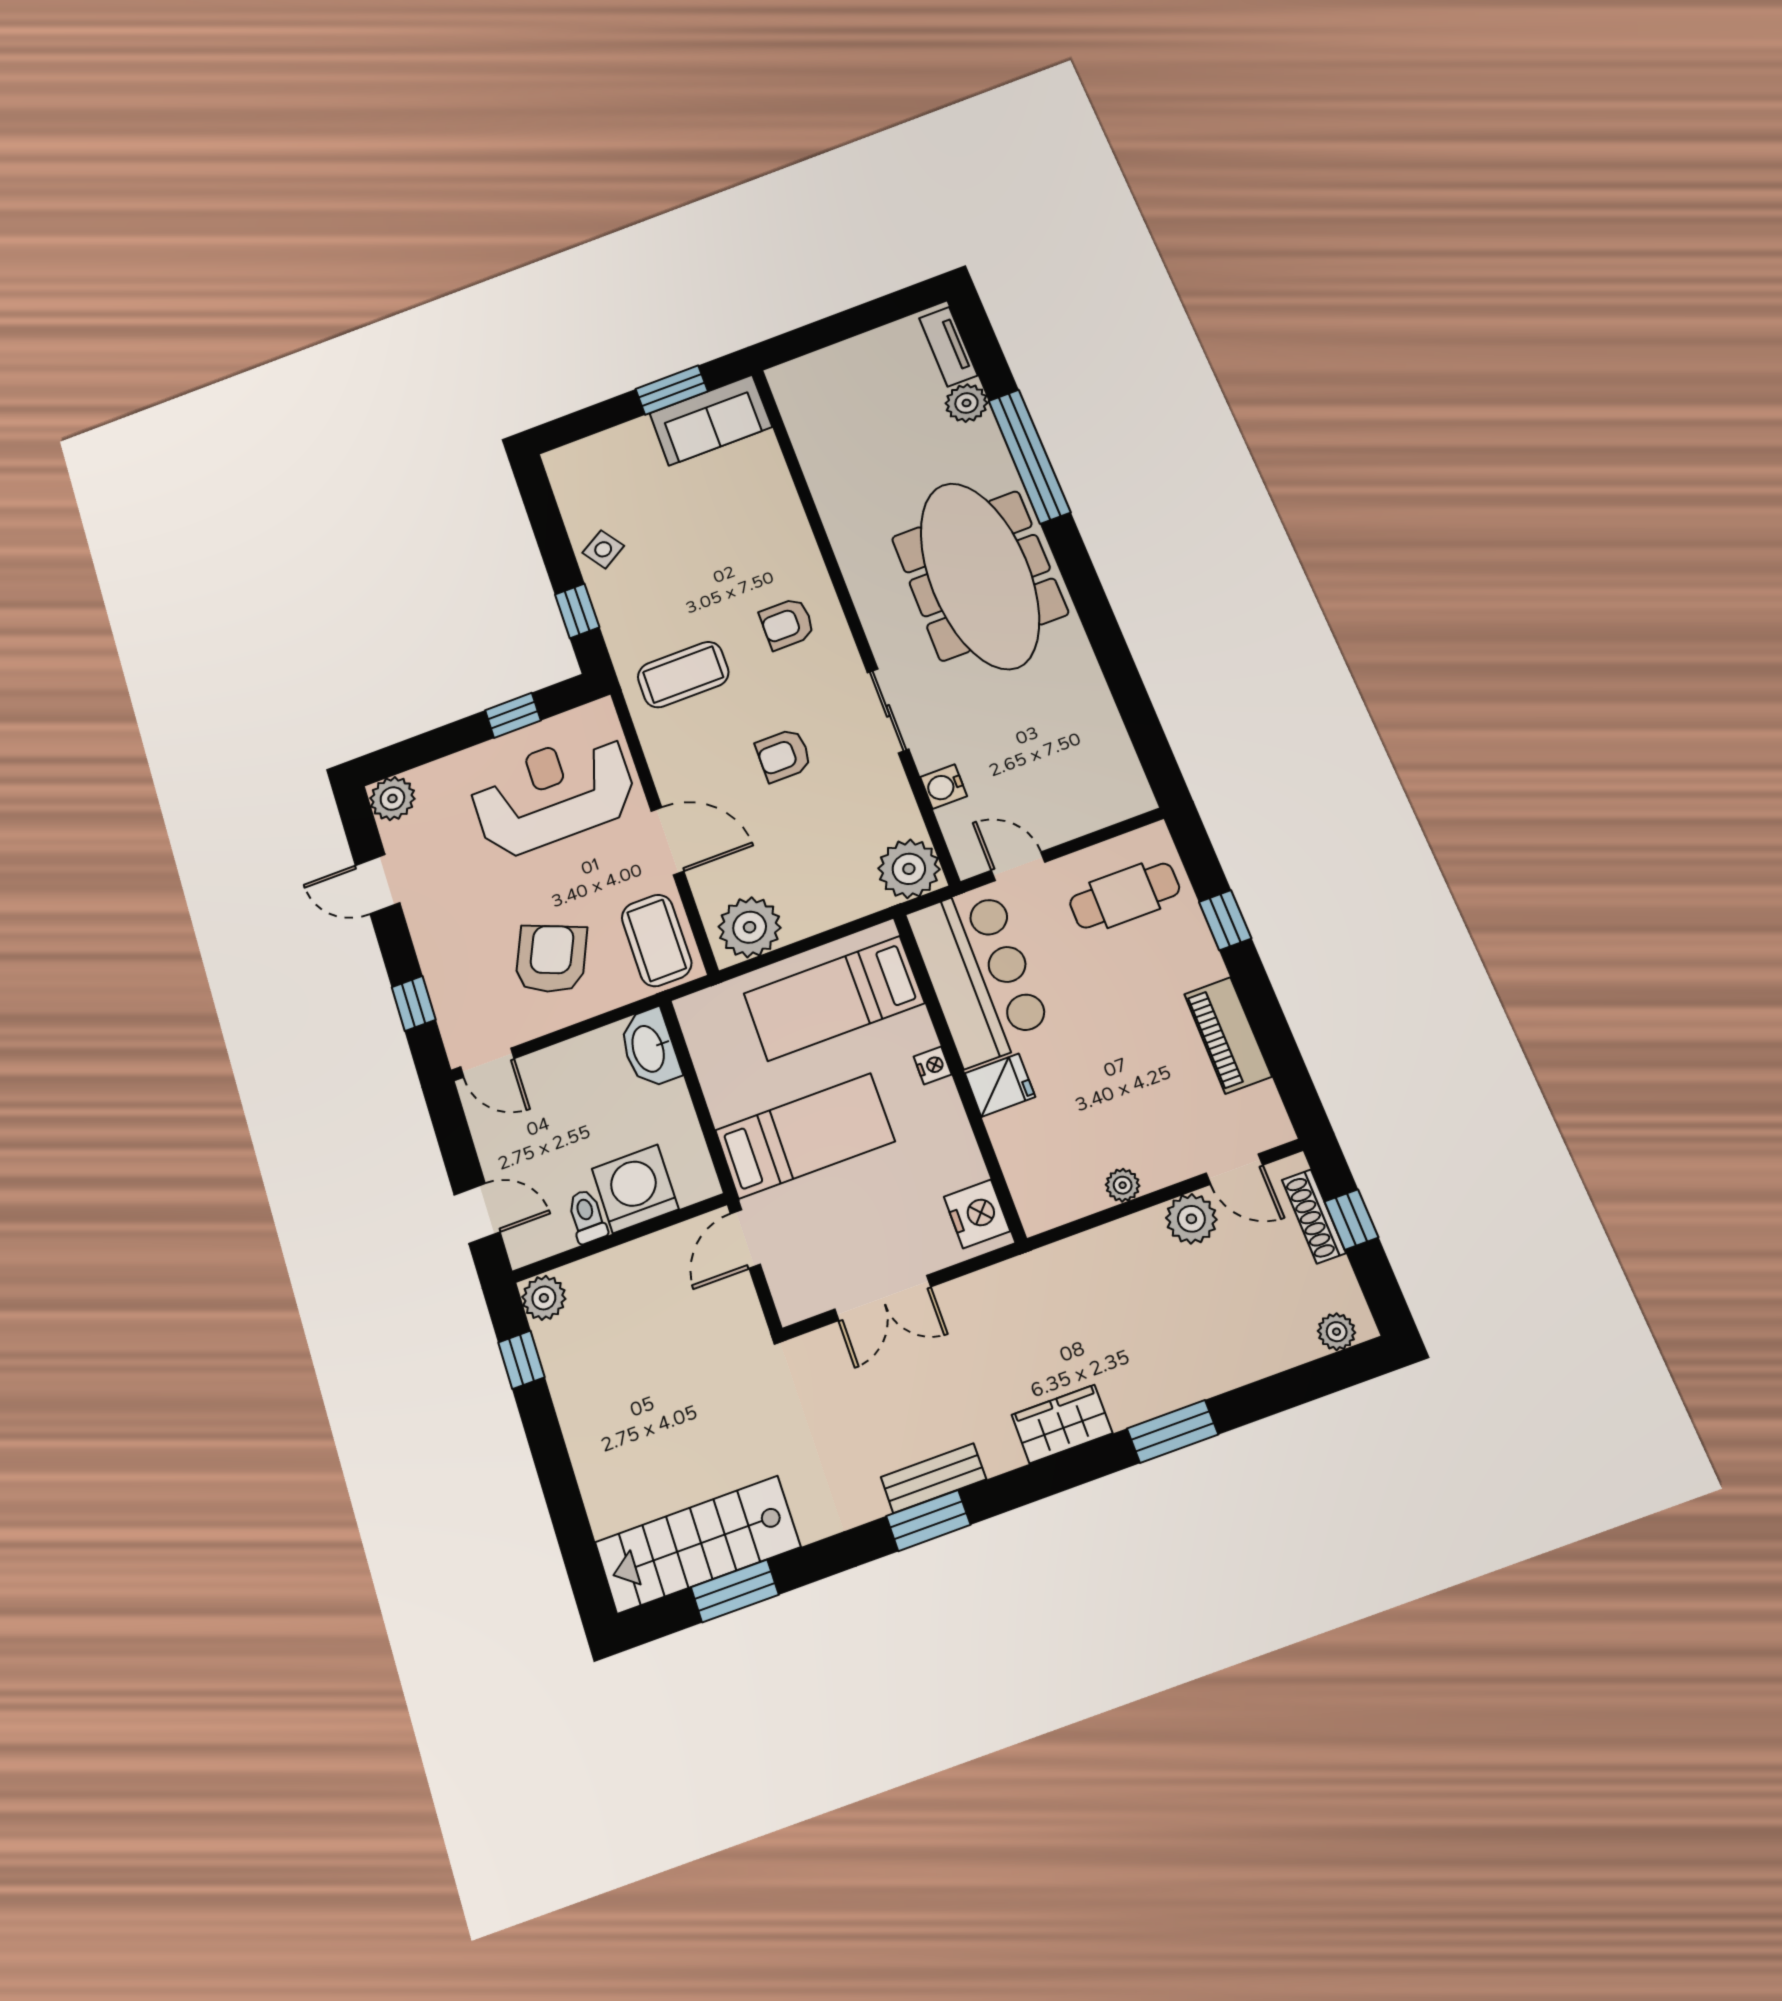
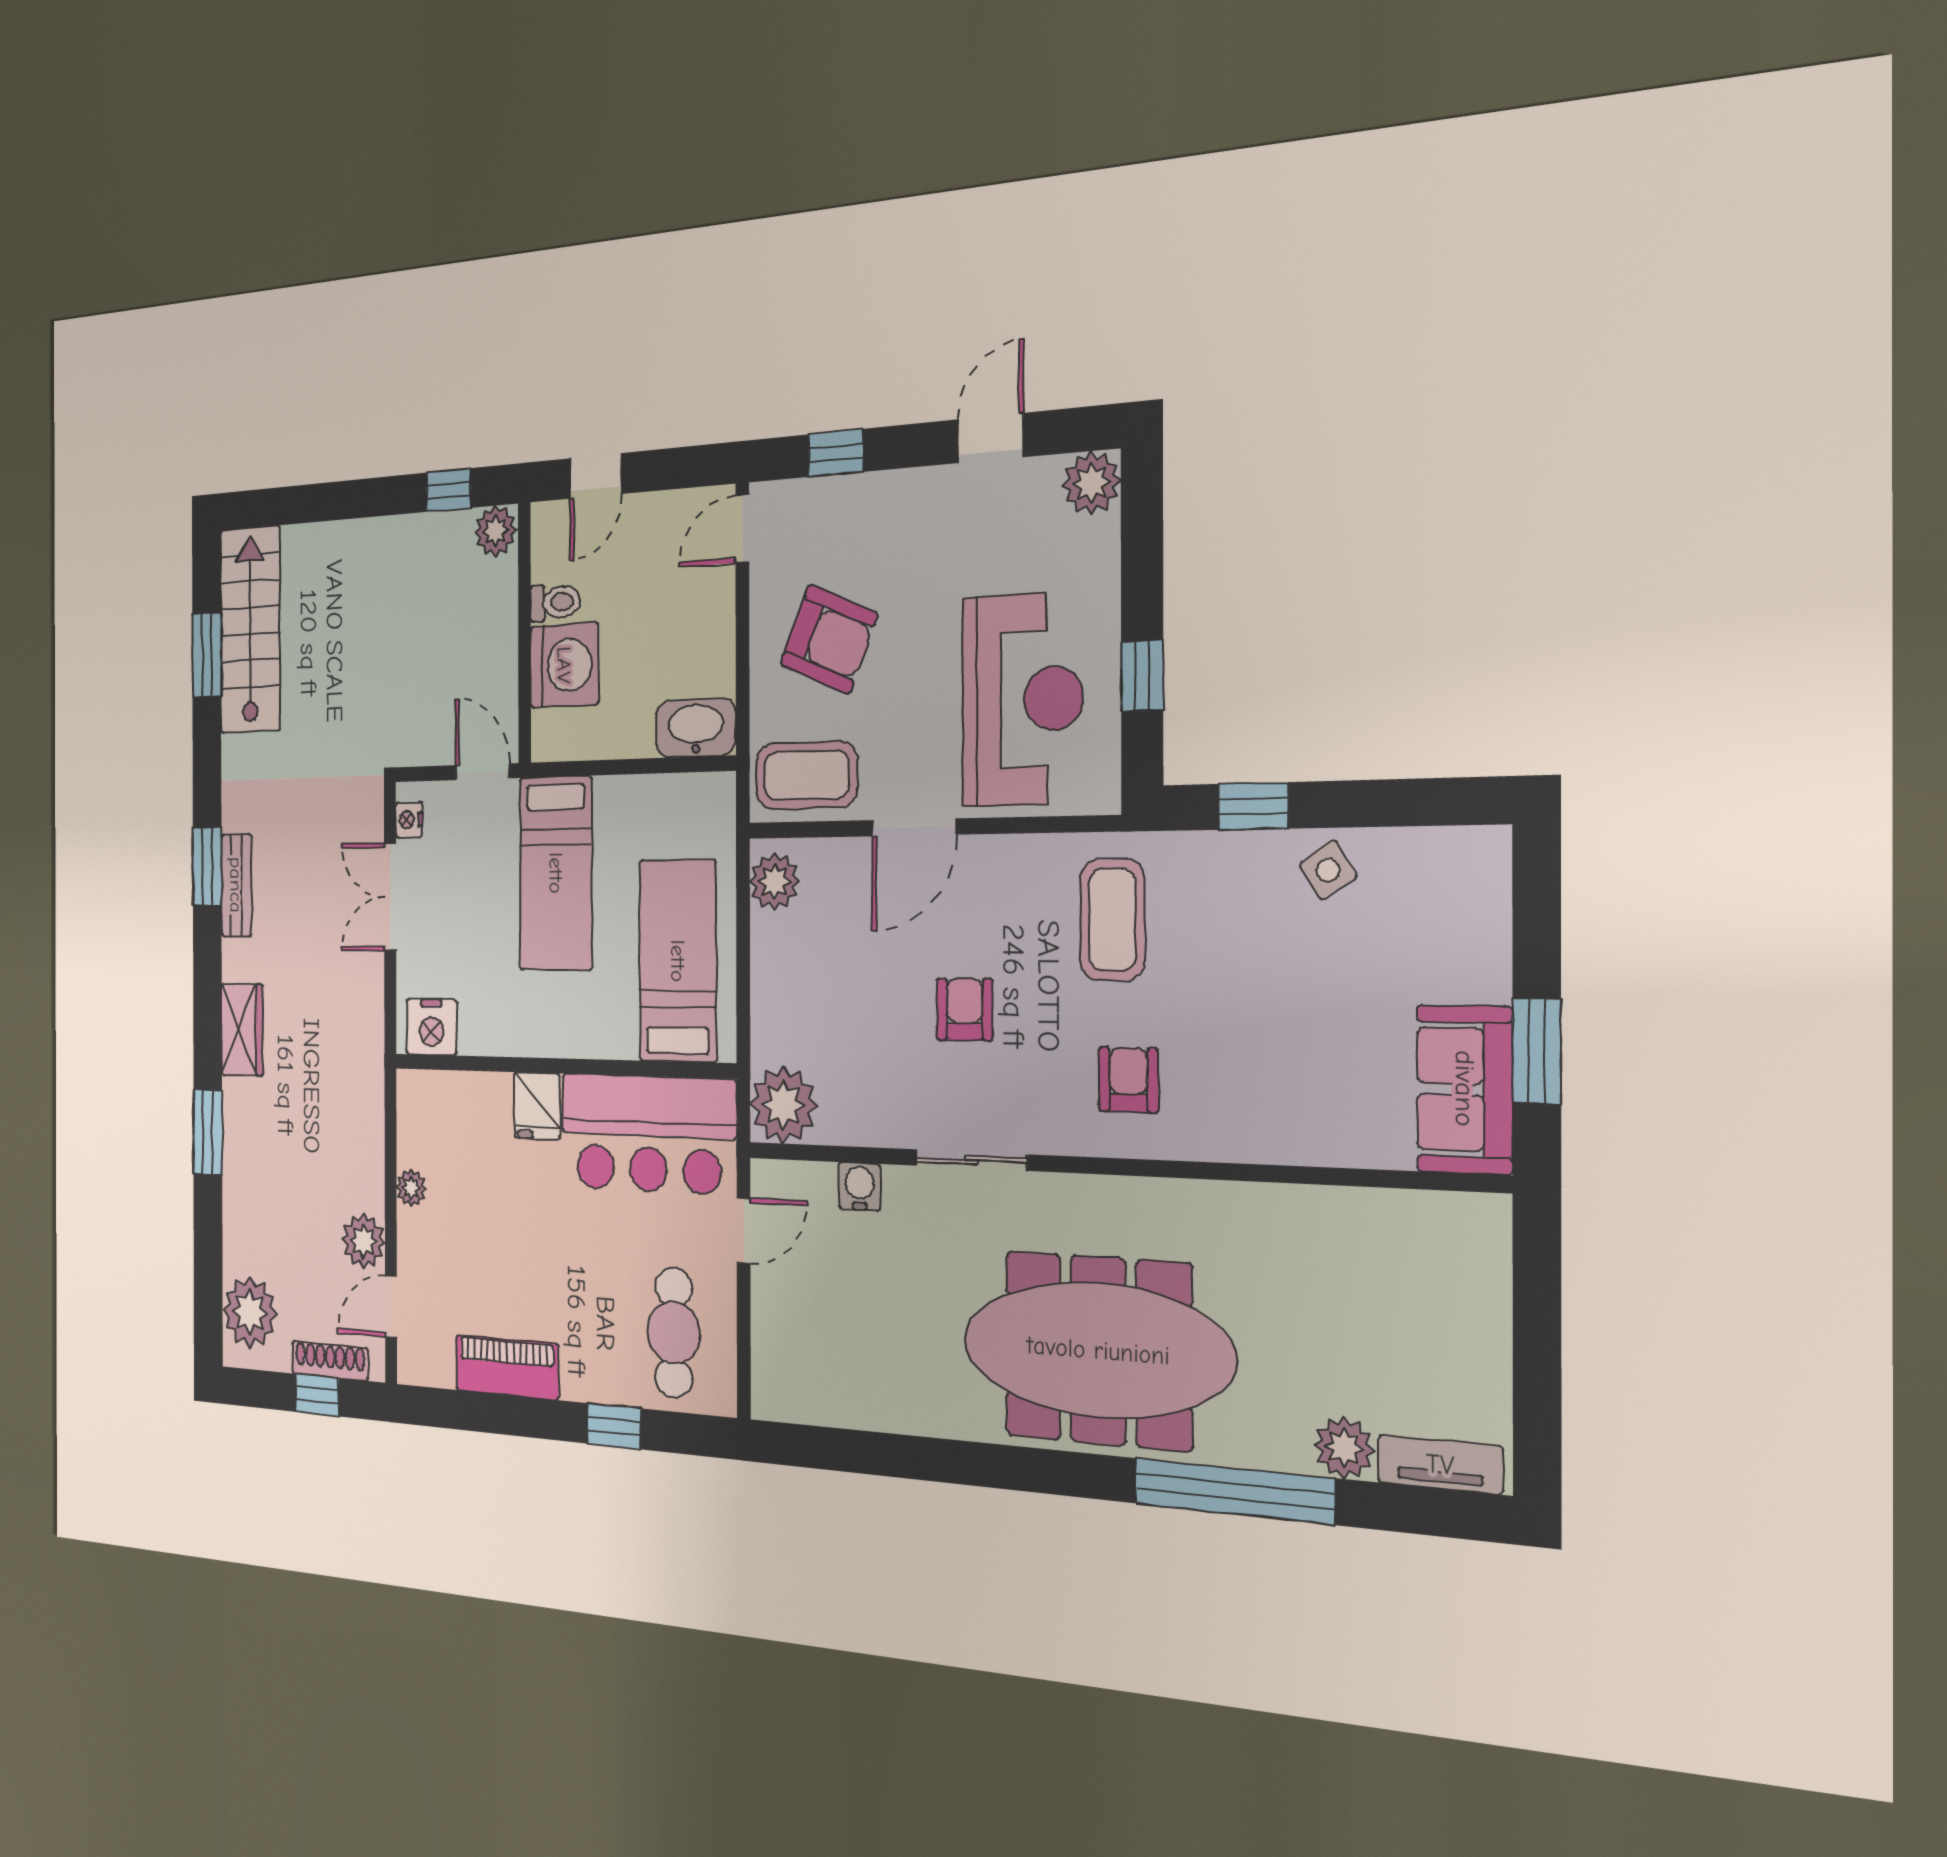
plant: (750, 927) -> (775, 882), width x0.73, depth x0.73
nightstand: (933, 1066) -> (409, 820), moved, turned 90
plant: (1337, 1332) -> (250, 1312), width x1.87, depth x1.87

